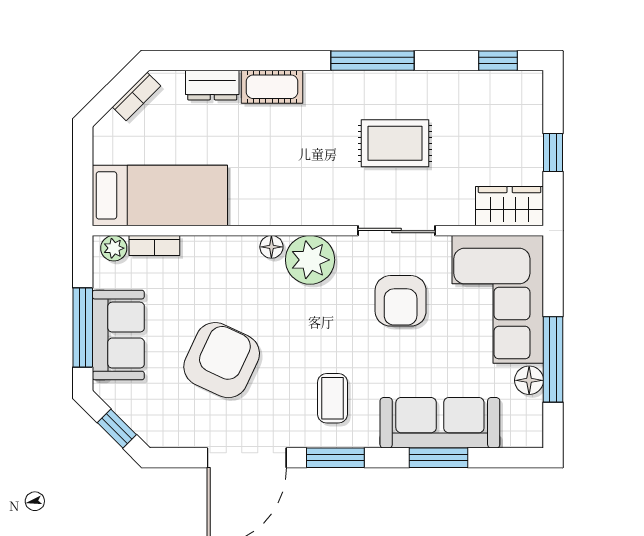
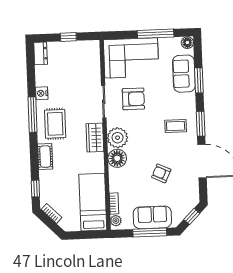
window: (498, 61) -> (35, 189), moved
nightstand: (422, 84) -> (42, 93), added
dresser: (212, 85) -> (41, 53), moved
rug: (395, 143) -> (55, 124), moved
wardrobe: (510, 206) -> (95, 138), moved
floor lamp: (271, 247) -> (117, 158), width x1.89, depth x1.89
armchair: (222, 360) -> (161, 173), width x0.53, depth x0.53
floor lamp: (529, 380) -> (187, 43), moved
sofa: (440, 423) -> (184, 74), width x0.73

